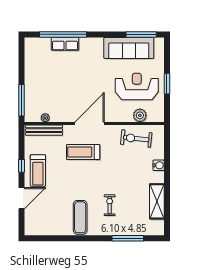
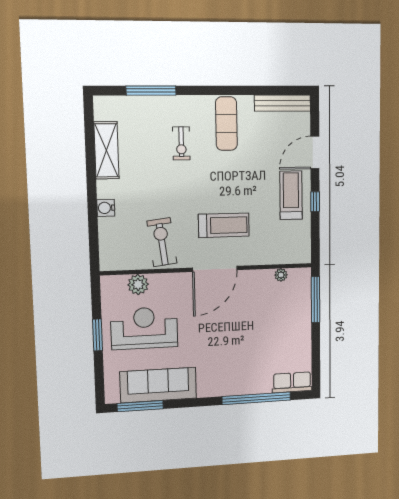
row of seats: (65, 44) -> (292, 382), moved
reception desk: (137, 86) -> (144, 328), turned 180
bench: (44, 130) -> (283, 103), moved
exercise bike: (136, 138) -> (162, 242), moved, turned -103

